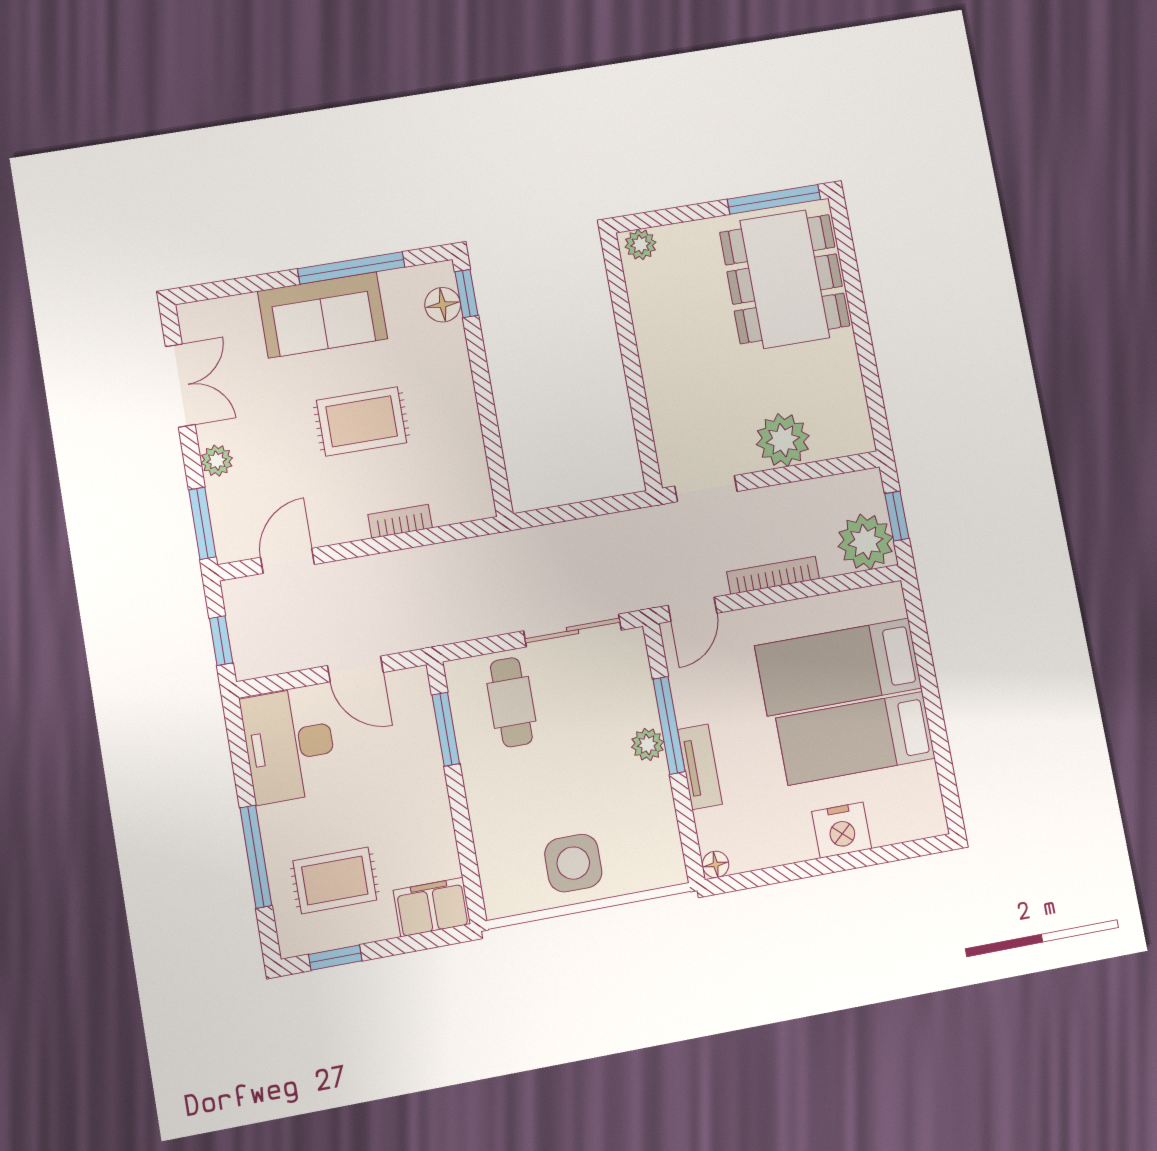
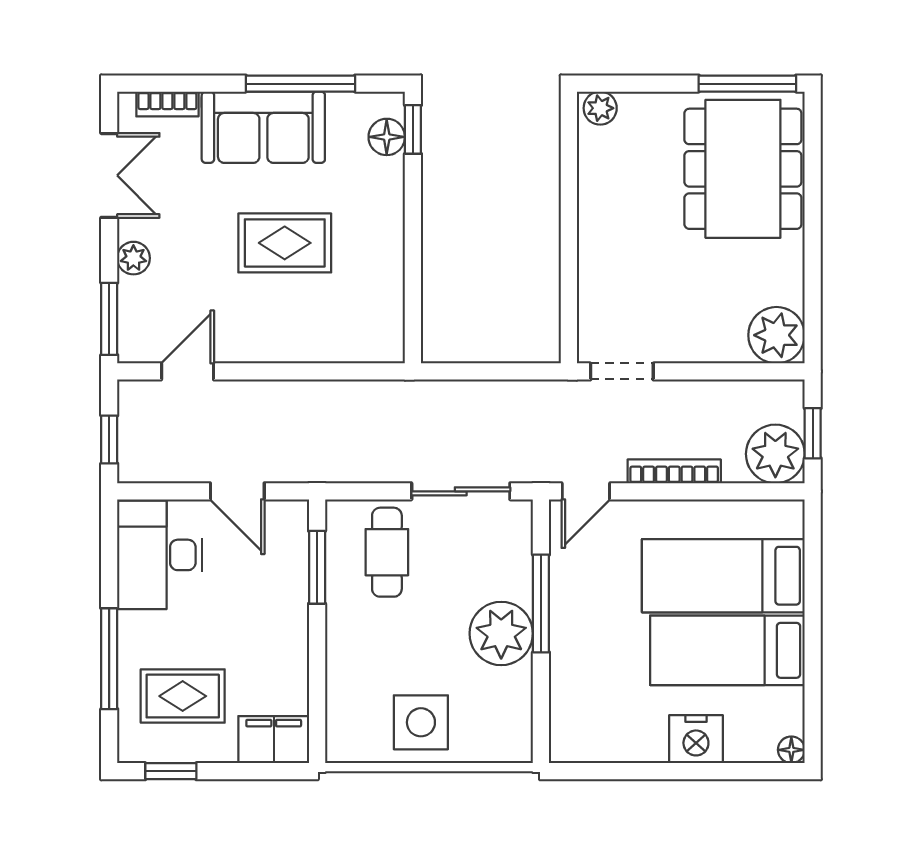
plant: (783, 440) -> (776, 335), moved
bookcase: (400, 521) -> (167, 104), moved, turned 180
plant: (648, 744) -> (501, 633), width x1.87, depth x1.87
tv unit: (700, 767) -> (565, 650), removed
floor lamp: (716, 864) -> (791, 750), moved

